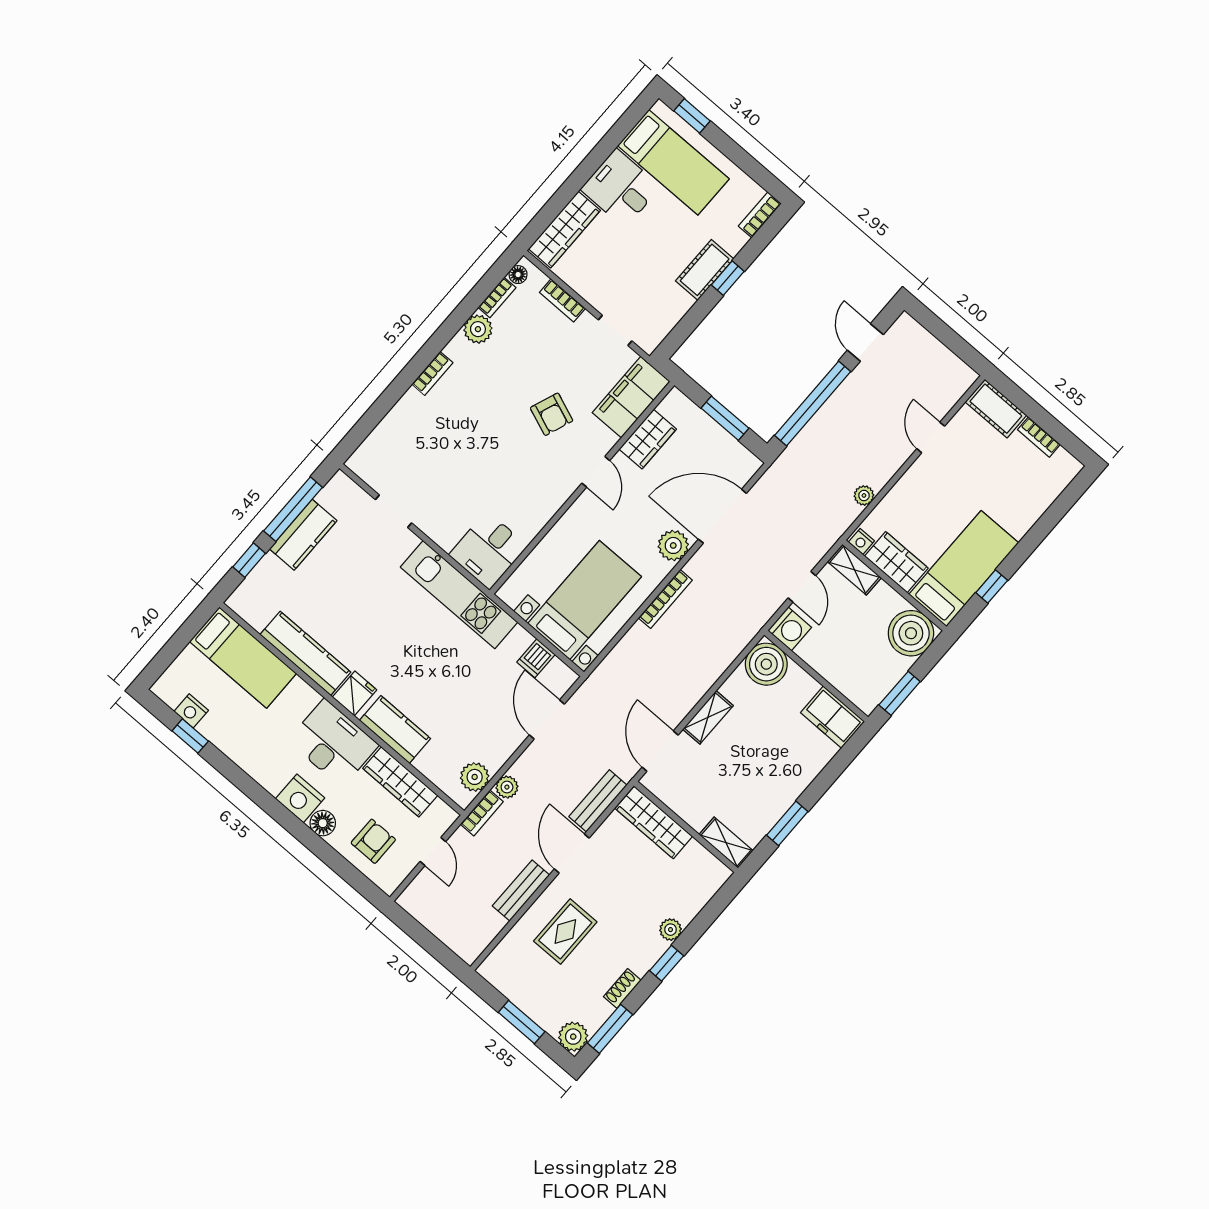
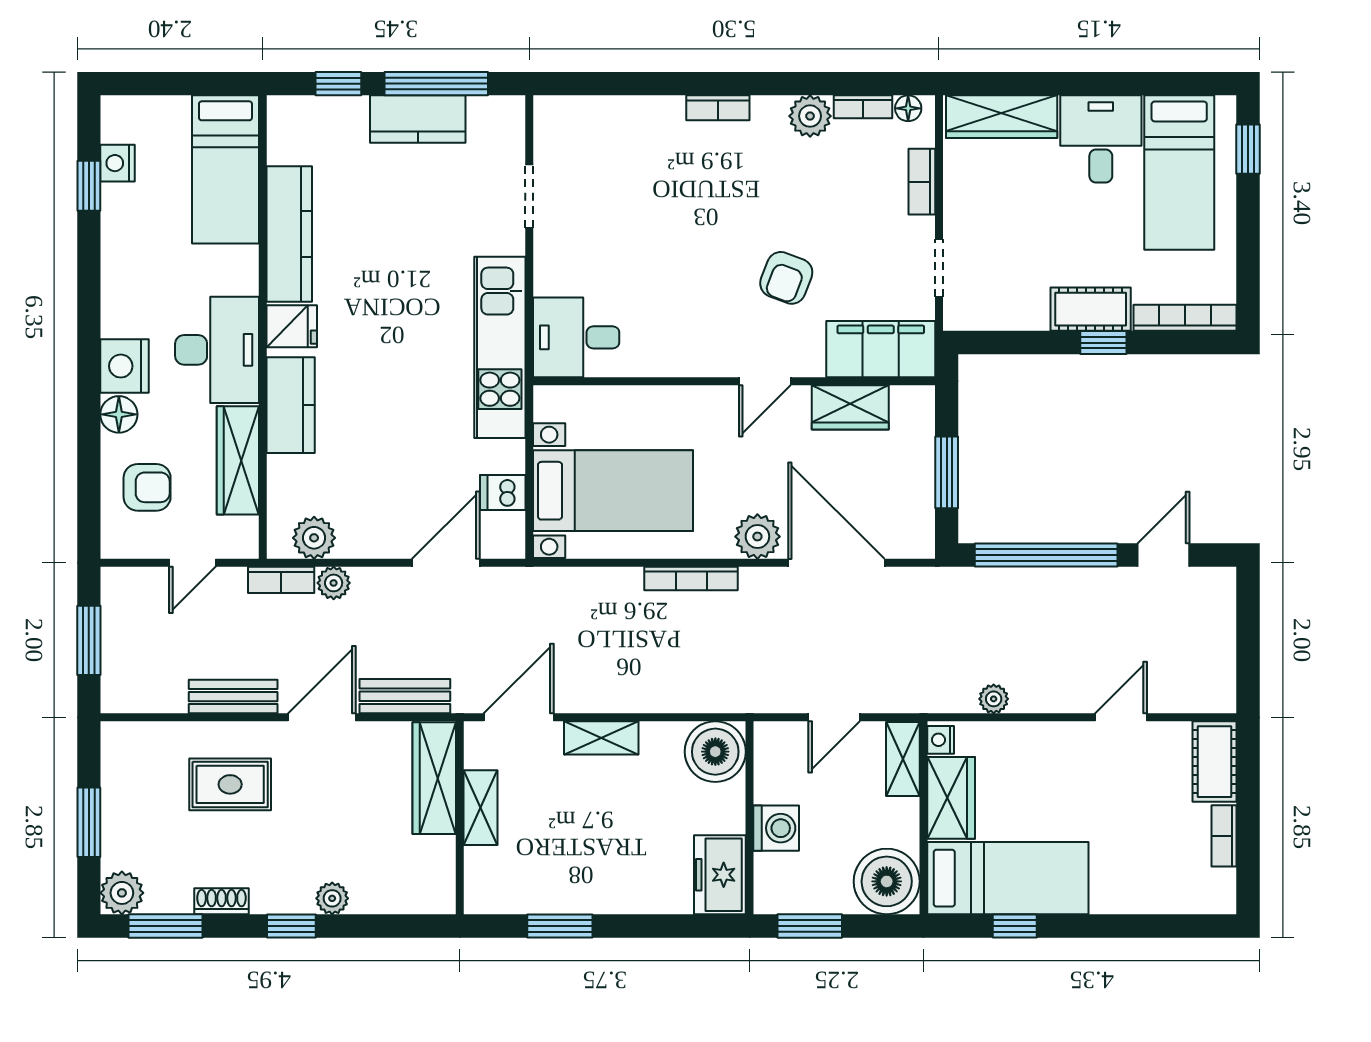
bookcase: (760, 215) -> (1185, 318), width x1.56
washing machine: (790, 629) -> (776, 828), moved, turned -90
shelving: (726, 843) -> (481, 808), moved
window: (427, 940) -> (89, 640), added

